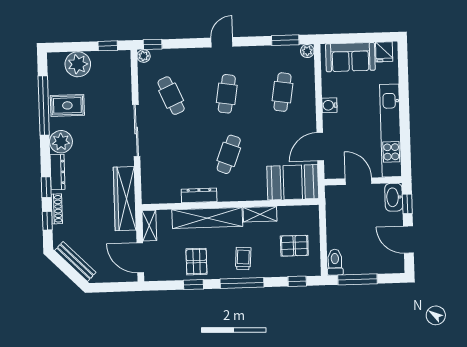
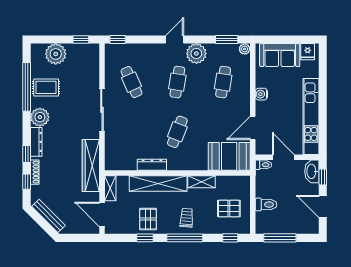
plant: (144, 56) -> (196, 54), moved, width x1.88, depth x1.88
toilet: (335, 191) -> (263, 165), added
toilet: (335, 262) -> (266, 204), moved, turned 90

